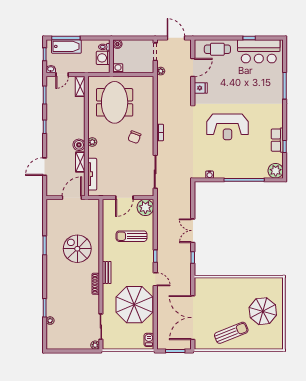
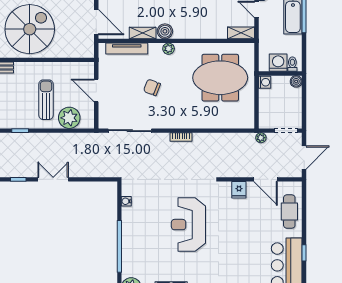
chair: (134, 137) -> (152, 87), moved
plant: (145, 207) -> (69, 118), moved
spiral stairs: (77, 249) -> (30, 29), width x1.37, depth x1.37

